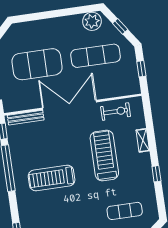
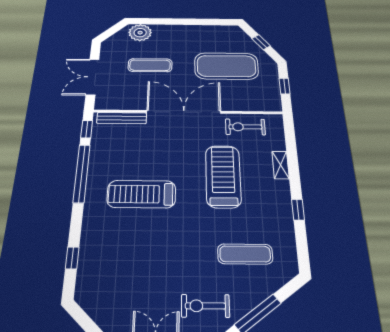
plant: (92, 21) -> (140, 33), moved
exercise mat: (96, 56) -> (226, 66), width x1.47
exercise mat: (37, 64) -> (150, 65), width x0.50, depth x0.69
exercise bike: (116, 112) -> (245, 127), turned 180

